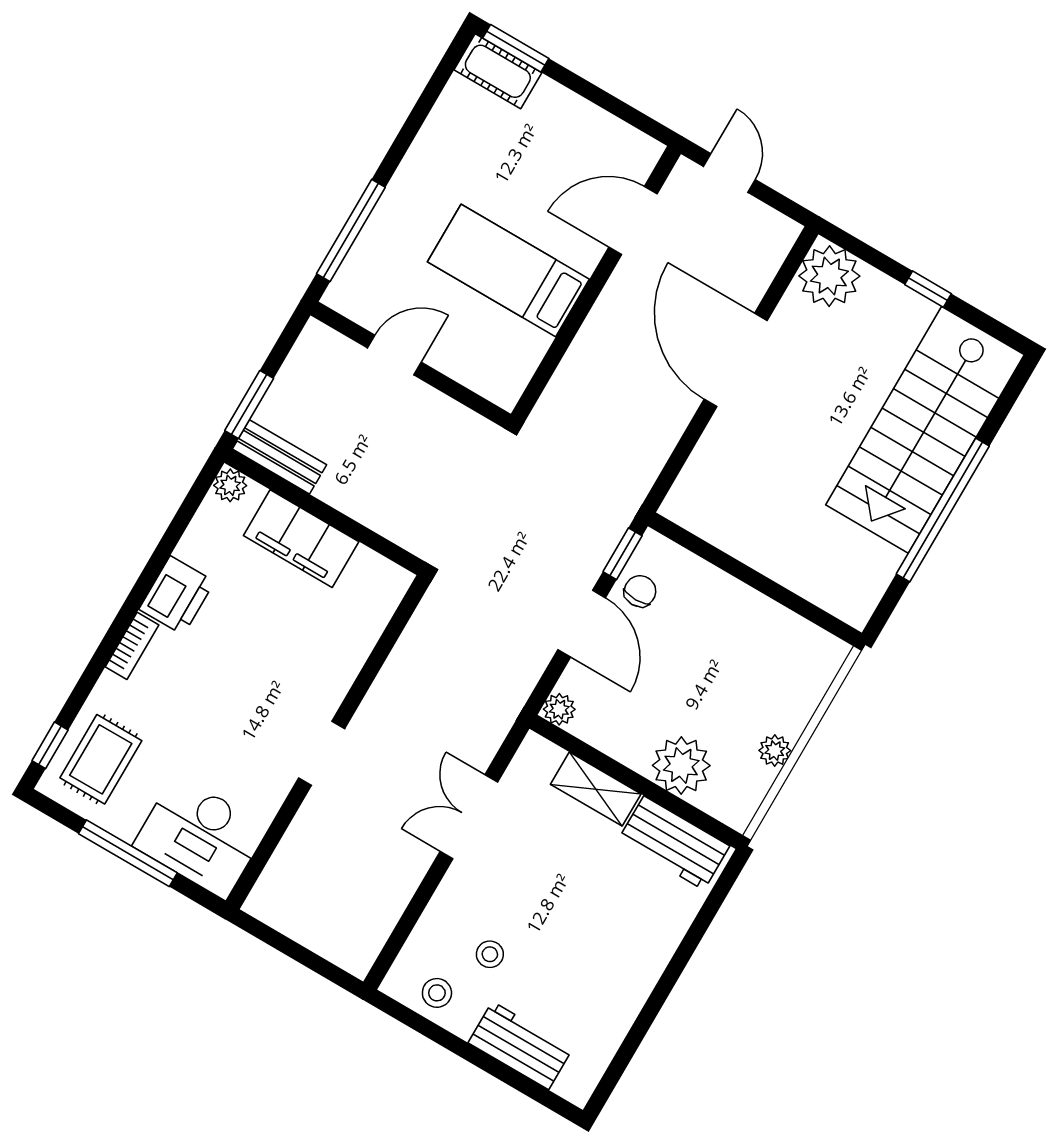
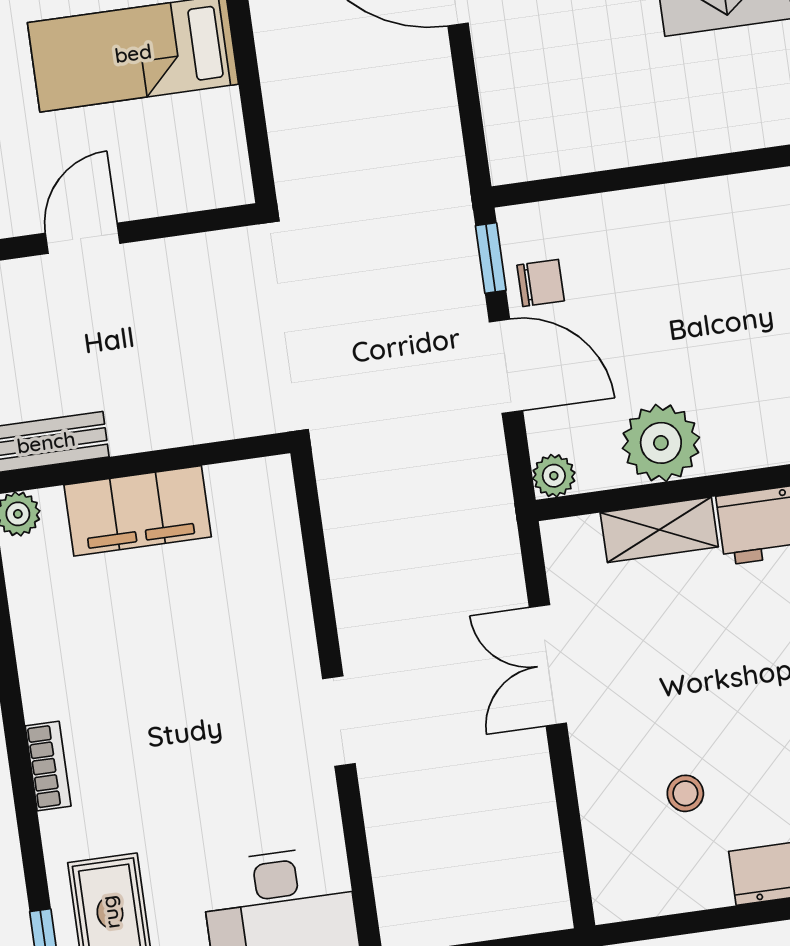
chair: (640, 591) -> (541, 283), turned 90
printer: (177, 595) -> (53, 675), removed
plant: (681, 765) -> (661, 443), moved
stool: (437, 993) -> (662, 879), removed

